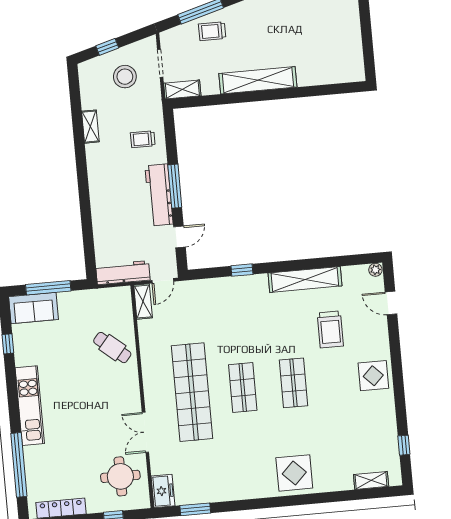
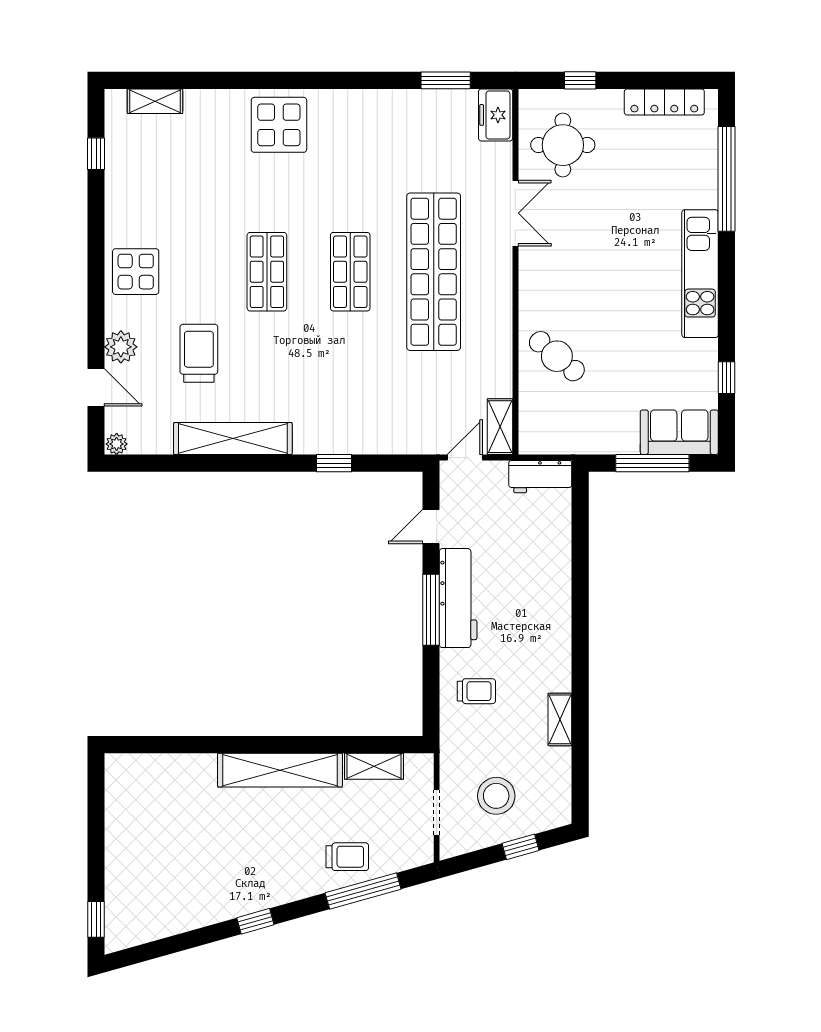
shelving: (182, 90) -> (374, 766), moved
workbench: (123, 273) -> (540, 477), width x0.73
plant: (378, 329) -> (121, 347), added

